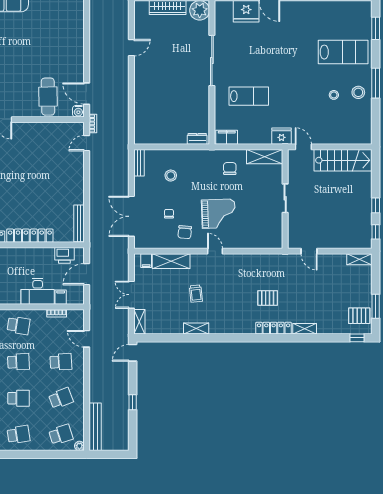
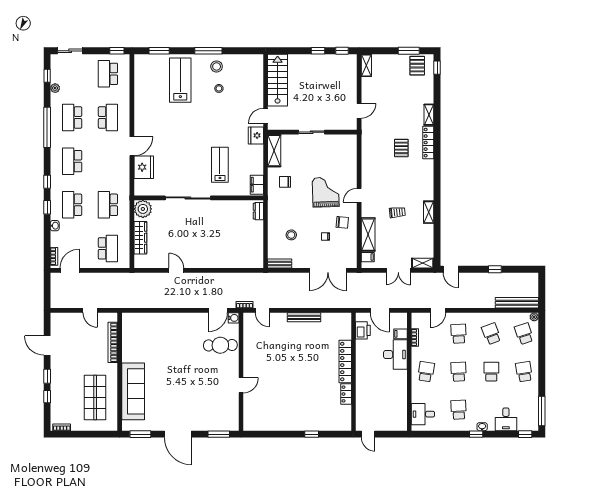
bench: (79, 223) -> (304, 317), moved

